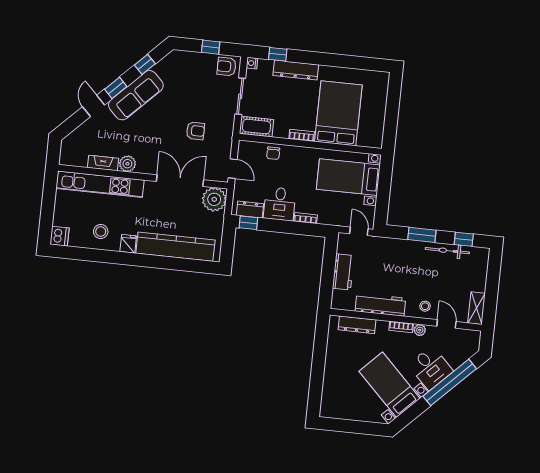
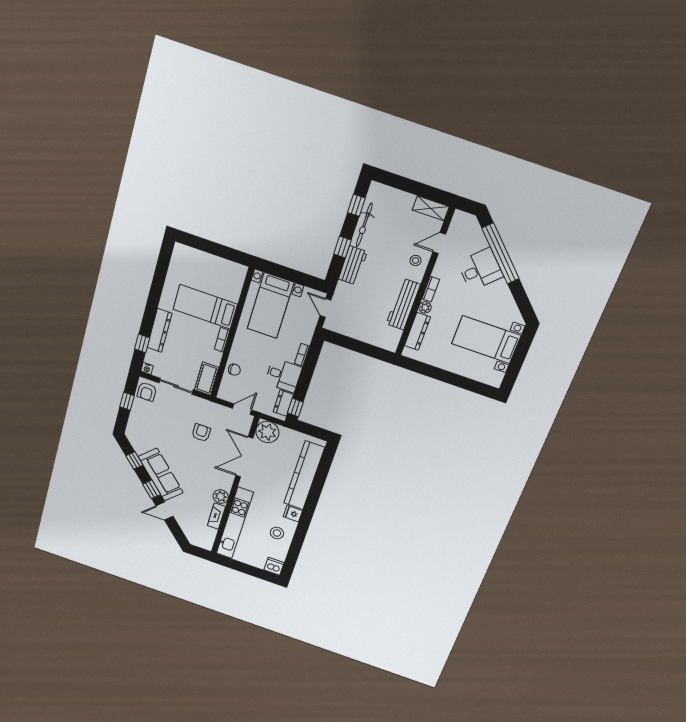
bed: (338, 113) -> (205, 307), width x0.67
door: (359, 231) -> (326, 308), hinge flipped
window: (422, 235) -> (342, 247), width x0.67
workbench: (343, 272) -> (353, 265), moved, turned 90
plant: (420, 330) -> (425, 307), moved
bed with nightstands: (390, 385) -> (486, 340), moved, turned 45

